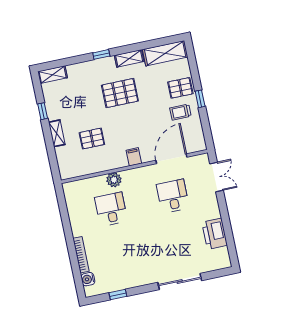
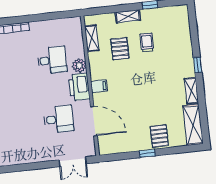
shelving: (53, 75) -> (92, 38), moved
pallet: (120, 93) -> (160, 79), removed
trolley: (180, 112) -> (147, 43), moved
printer: (215, 234) -> (79, 87), moved, turned -90

